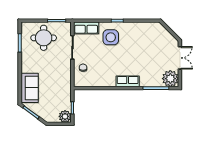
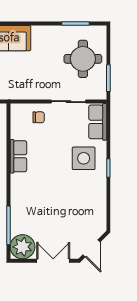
door: (171, 32) -> (92, 248), added
double door: (180, 58) -> (53, 261), swing flipped
row of seats: (128, 81) -> (18, 156), moved

